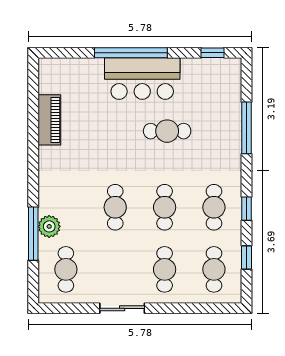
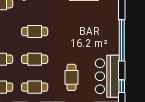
bar counter: (142, 78) -> (107, 76), moved
cafe table: (167, 131) -> (72, 77), moved

